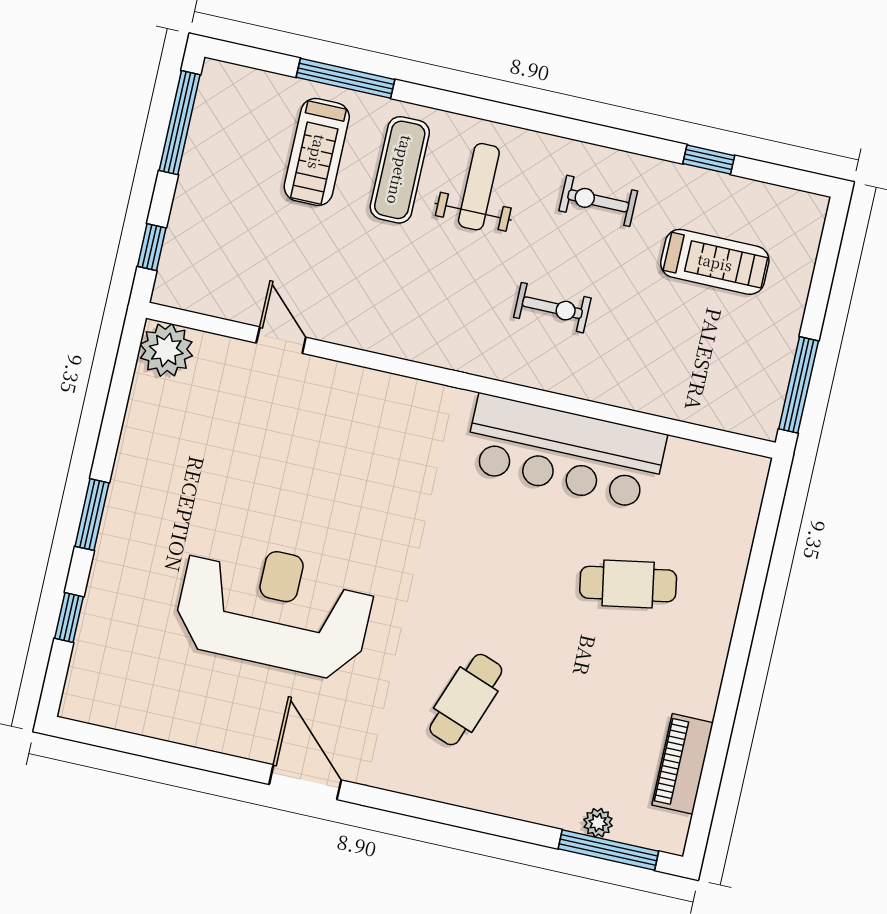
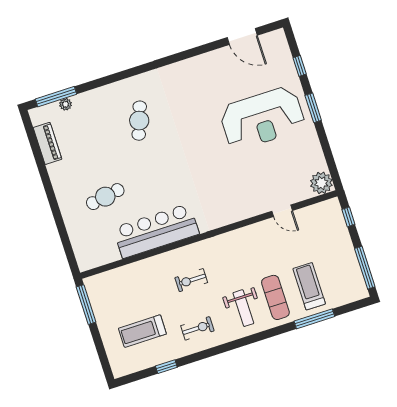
reception desk: (274, 609) -> (262, 118), moved
door: (305, 782) -> (242, 36), moved

